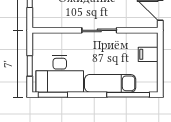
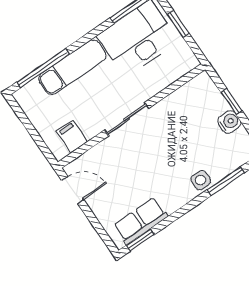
filing cabinet: (148, 54) -> (72, 137), moved, turned -90

